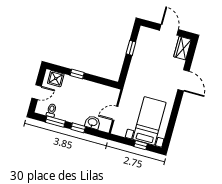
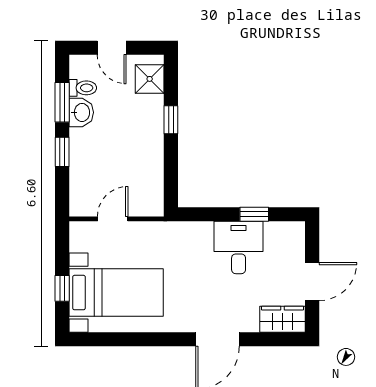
desk: (144, 59) -> (239, 247), added
door: (115, 113) -> (113, 219), hinge flipped
washbasin: (93, 122) -> (81, 112), moved

